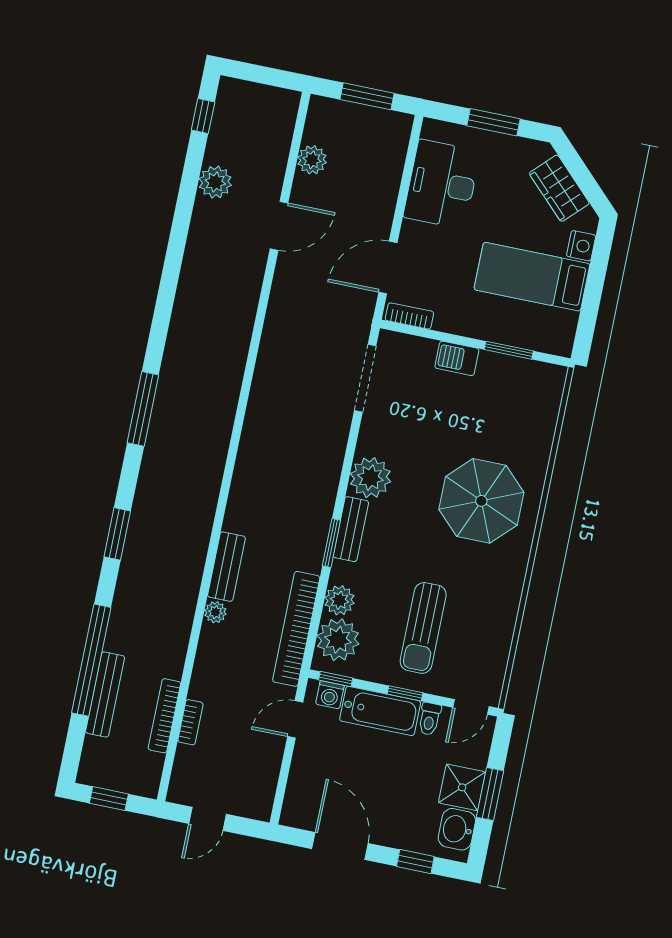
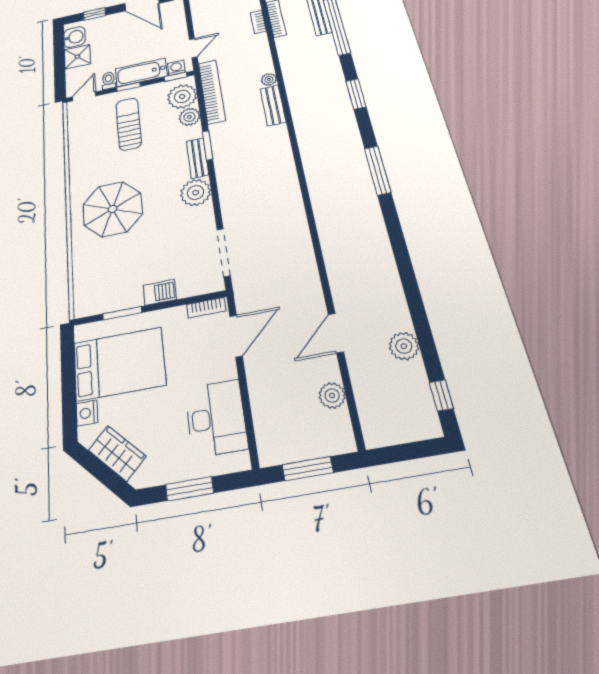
bed: (532, 277) -> (119, 364), width x1.50
window: (490, 794) -> (59, 60), removed

